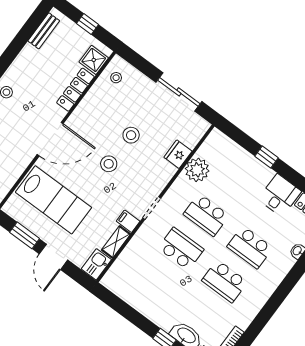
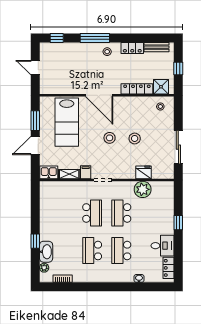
locker: (24, 60) -> (132, 48), added

